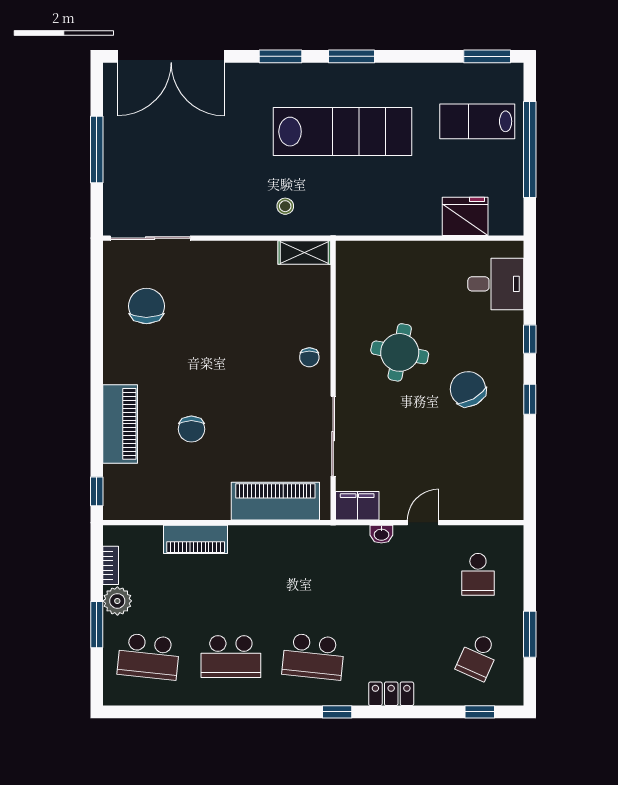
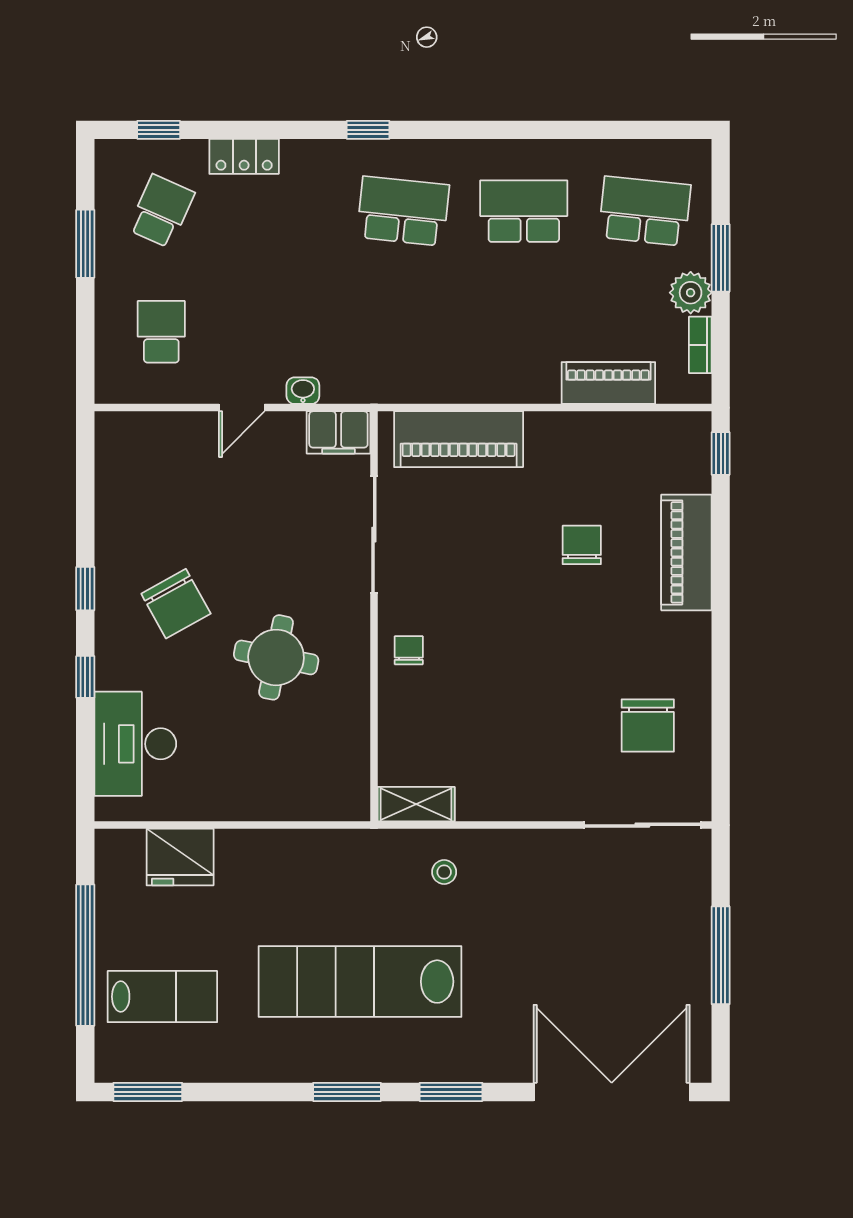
desk: (496, 284) -> (135, 744), width x1.37
piano: (196, 539) -> (608, 383), moved
locker: (391, 694) -> (244, 156), moved

